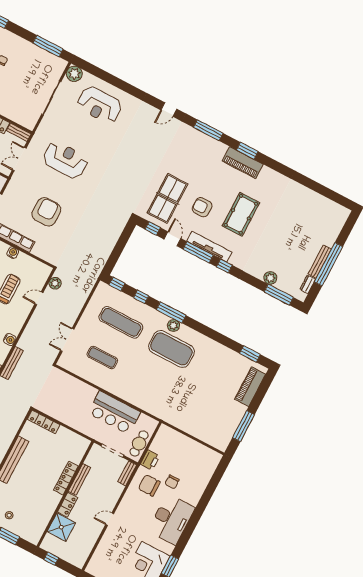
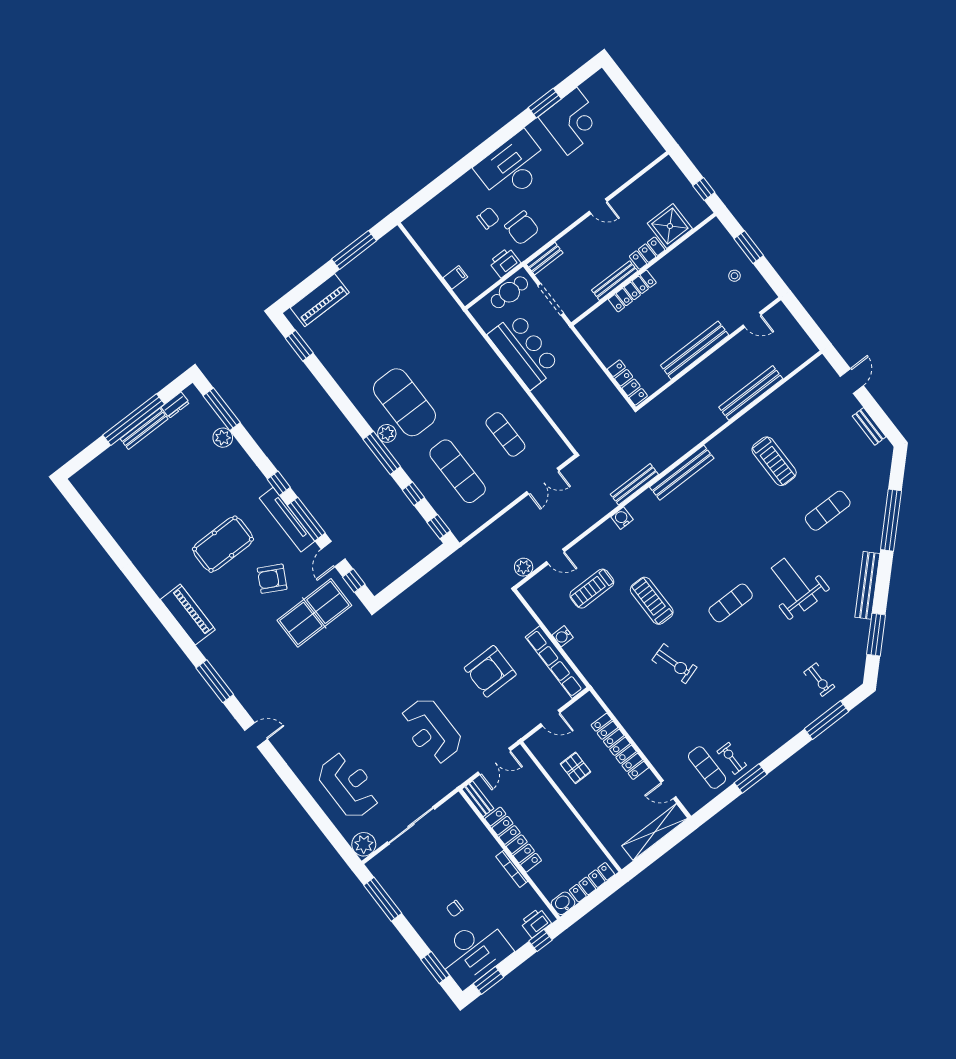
window: (247, 151) -> (174, 628), removed
armchair: (202, 207) -> (272, 579), turned 118
filing cabinet: (175, 438) -> (455, 277), added

